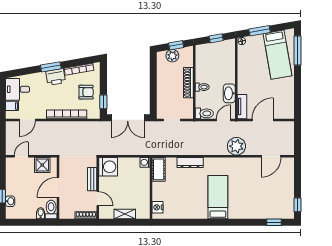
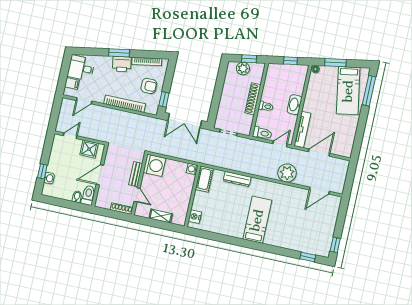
washbasin: (229, 93) -> (295, 105), moved
tv unit: (242, 107) -> (302, 130), width x1.41

